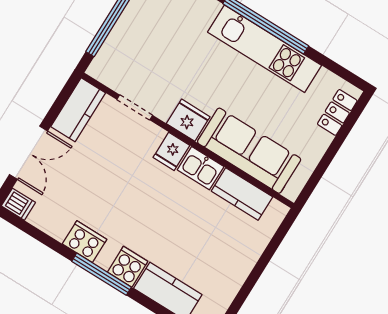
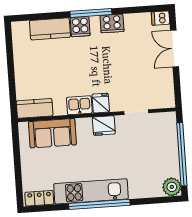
kitchen counter: (78, 110) -> (165, 90), removed
locker: (337, 112) -> (39, 198), moved, turned -90
sofa: (249, 151) -> (52, 133), width x0.73
kitchen counter: (242, 194) -> (35, 108), moved

